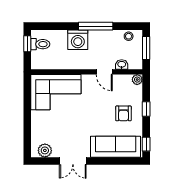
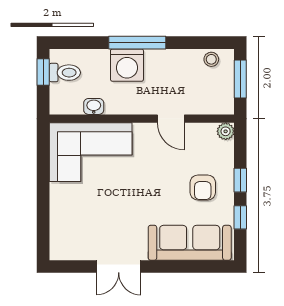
window: (96, 26) -> (137, 43), moved
washbasin: (122, 65) -> (94, 106), moved
window: (146, 144) -> (240, 217), moved
plant: (45, 150) -> (72, 249), removed

